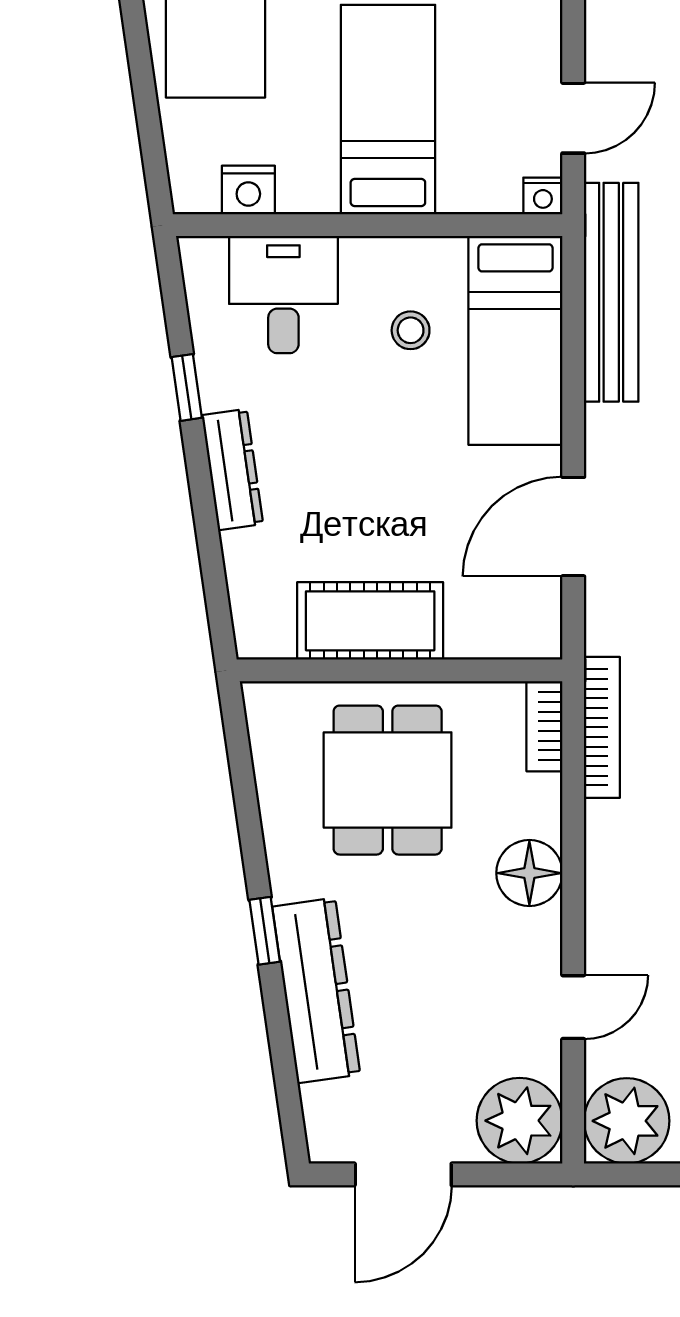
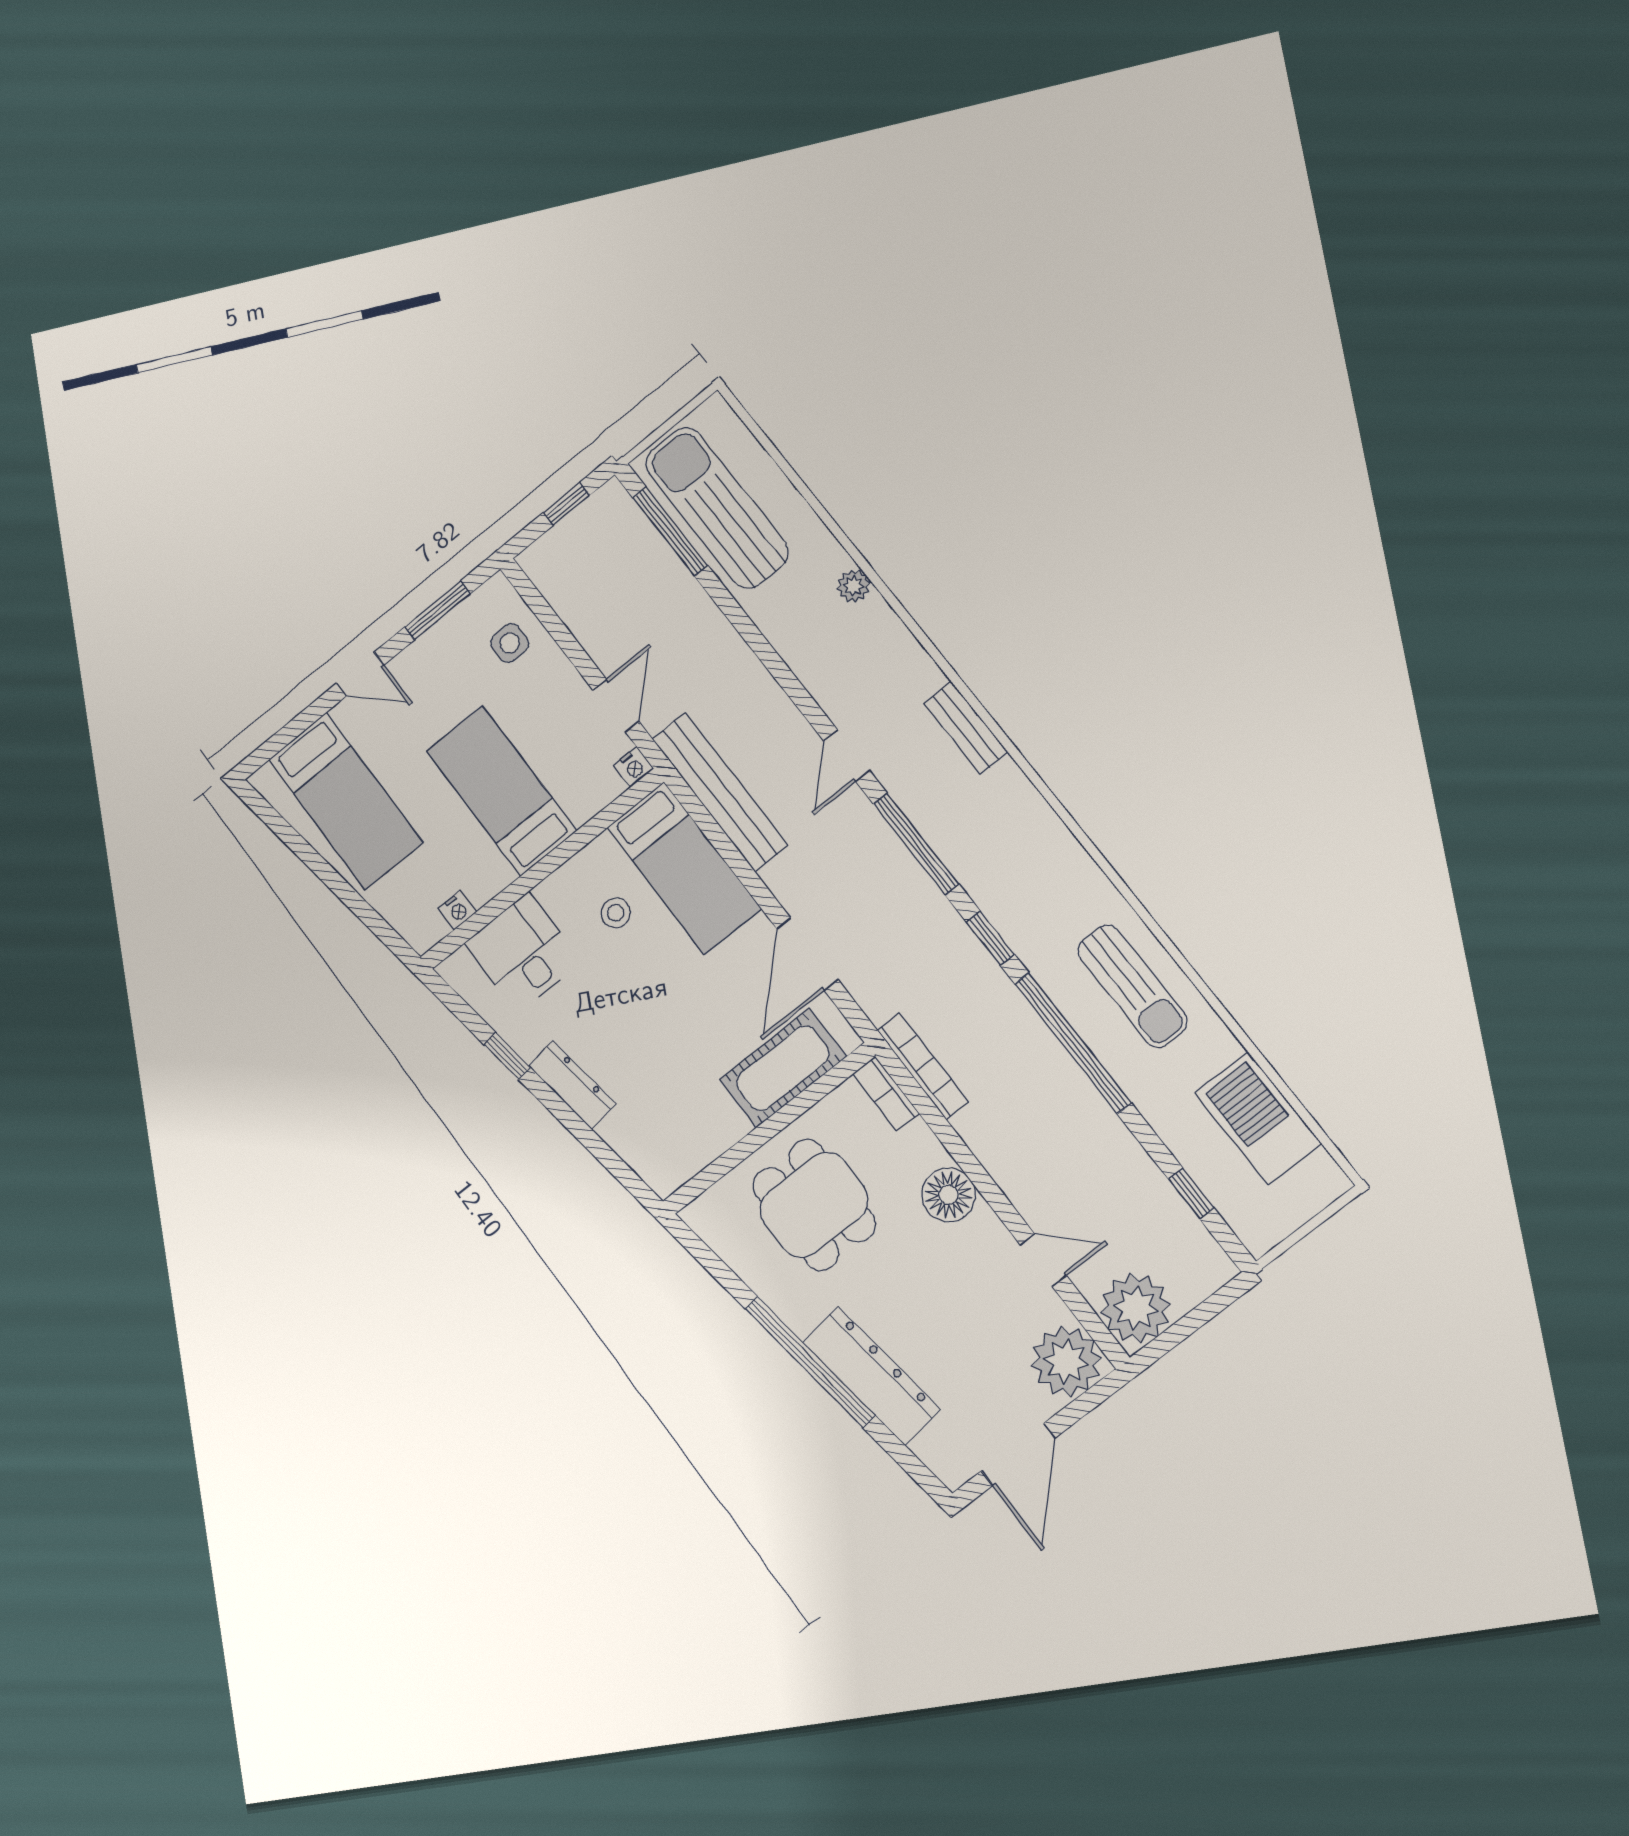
nightstand: (248, 190) -> (457, 910), width x0.72, depth x0.74
cot: (370, 621) -> (783, 1068), moved
window: (265, 931) -> (810, 1362), width x3.17
door: (573, 1007) -> (1043, 1260), hinge flipped

